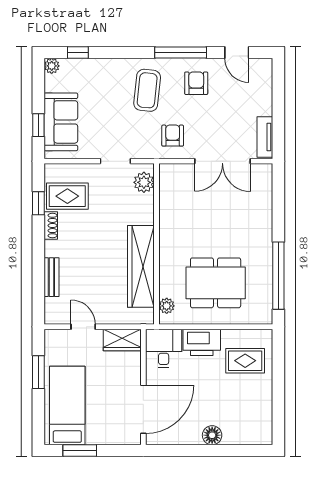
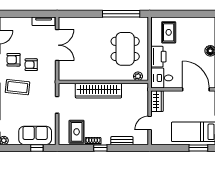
armchair: (173, 136) -> (31, 65), moved
plant: (144, 182) -> (69, 89), removed
window: (38, 203) -> (100, 148), moved
wardrobe: (141, 266) -> (98, 91), moved
window: (38, 372) -> (198, 148), moved

